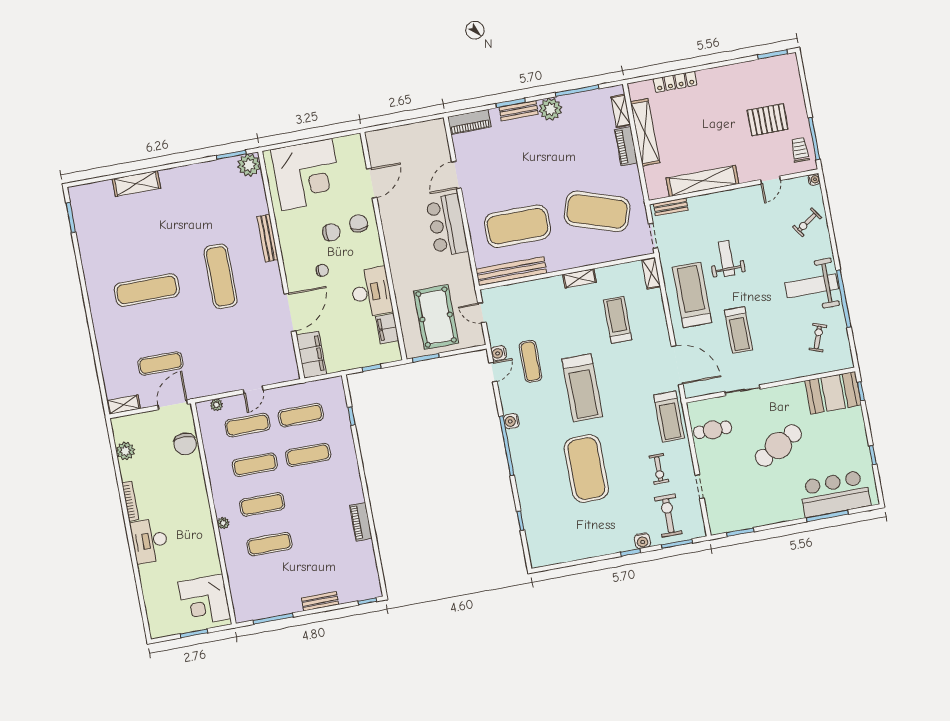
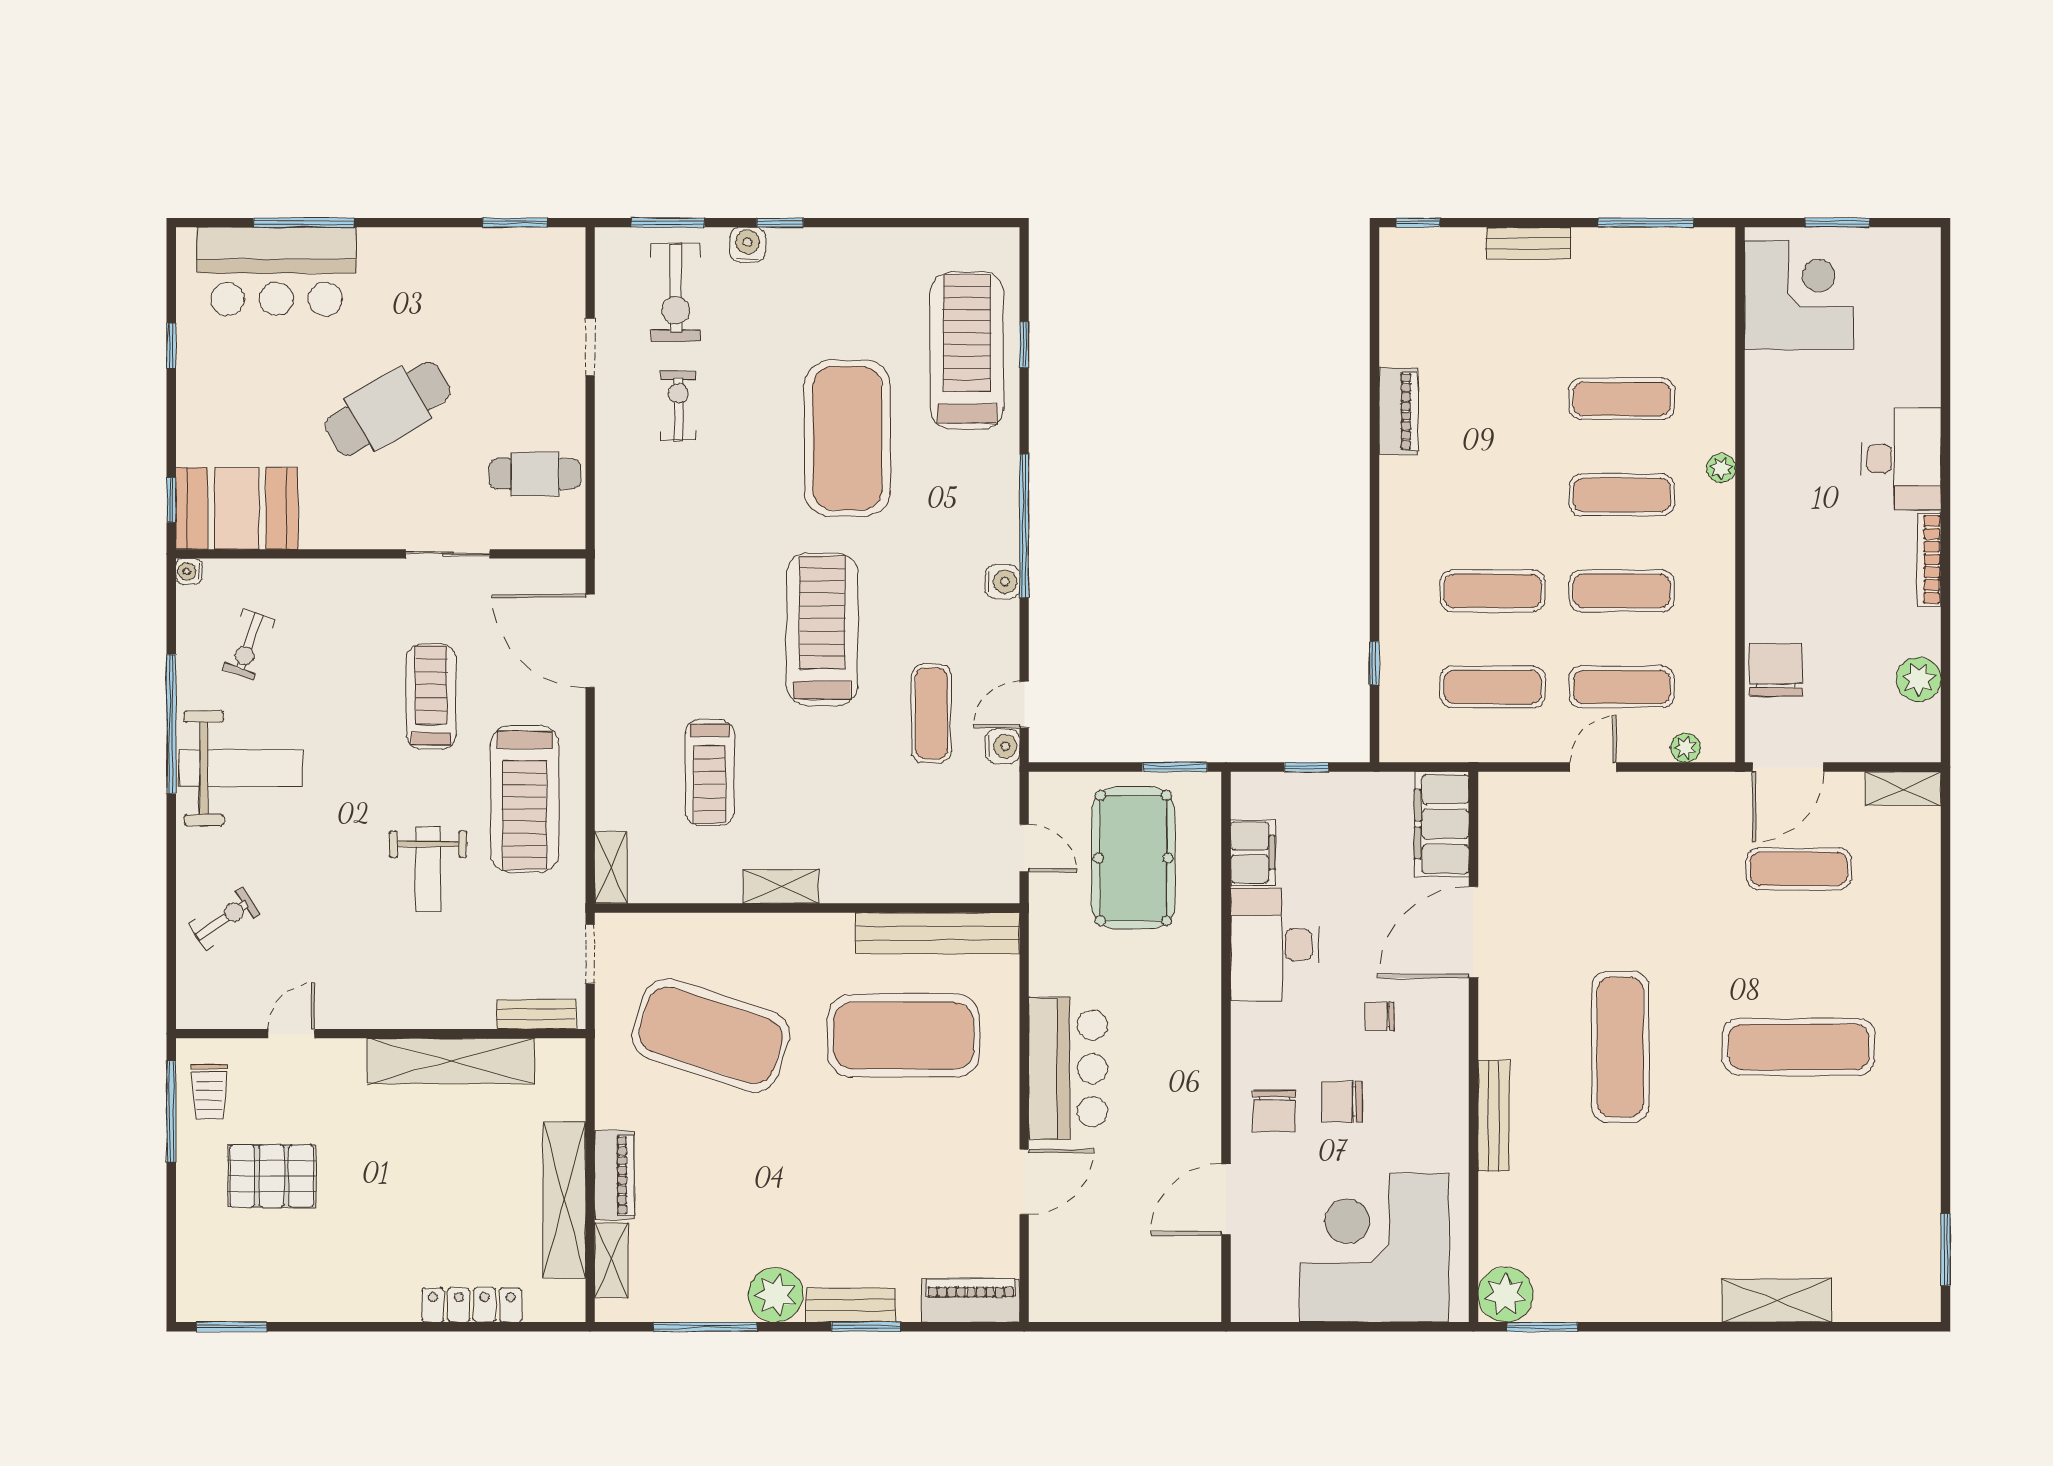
water cooler: (814, 179) -> (189, 571), moved
treadmill: (669, 417) -> (967, 350), moved, width x1.37, depth x1.38

